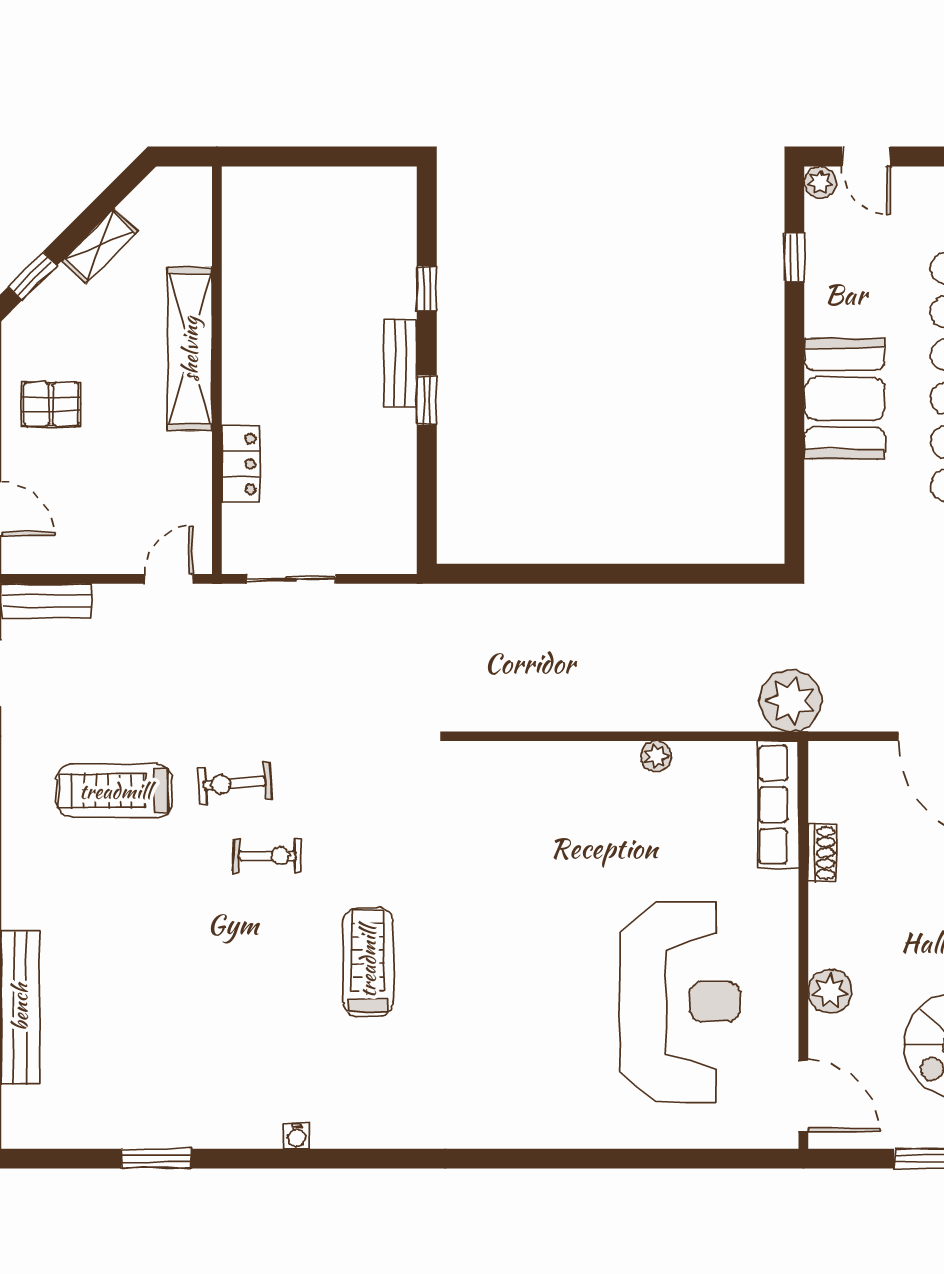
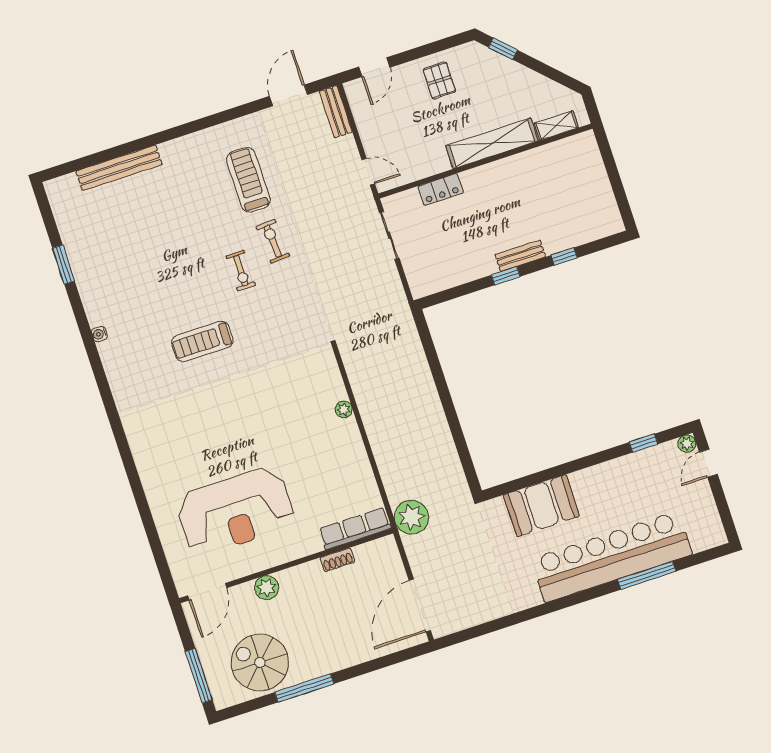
shelving: (100, 246) -> (556, 125), moved, turned -45
booth: (845, 399) -> (541, 506), moved
plant: (656, 756) -> (344, 409), moved
treadmill: (368, 962) -> (202, 341), turned 180

